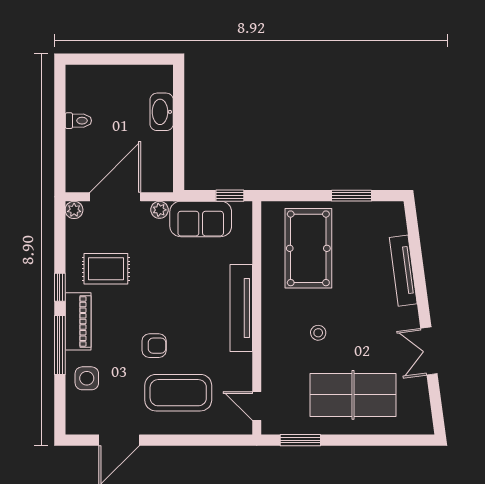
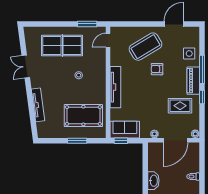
window: (352, 196) -> (77, 141), moved
sofa: (201, 219) -> (125, 130), moved
pool table: (308, 248) -> (83, 116), turned 90
double door: (429, 351) -> (26, 67), swing flipped
coffee table: (178, 393) -> (146, 47), turned -31
door: (257, 406) -> (108, 40), swing flipped

